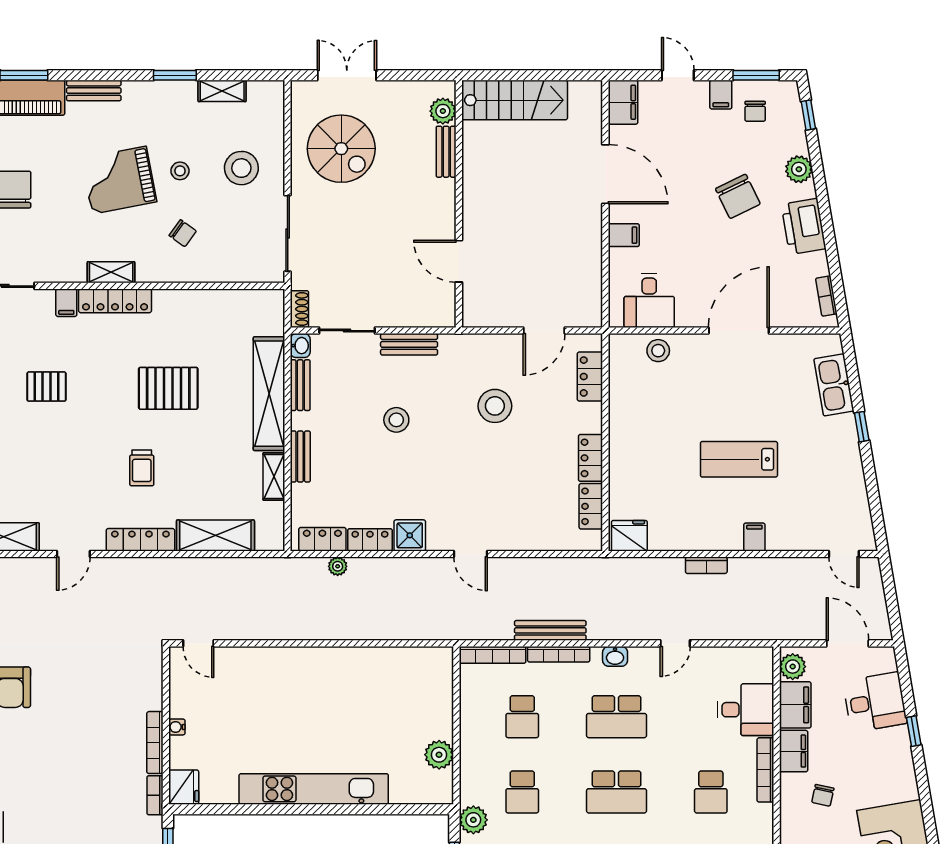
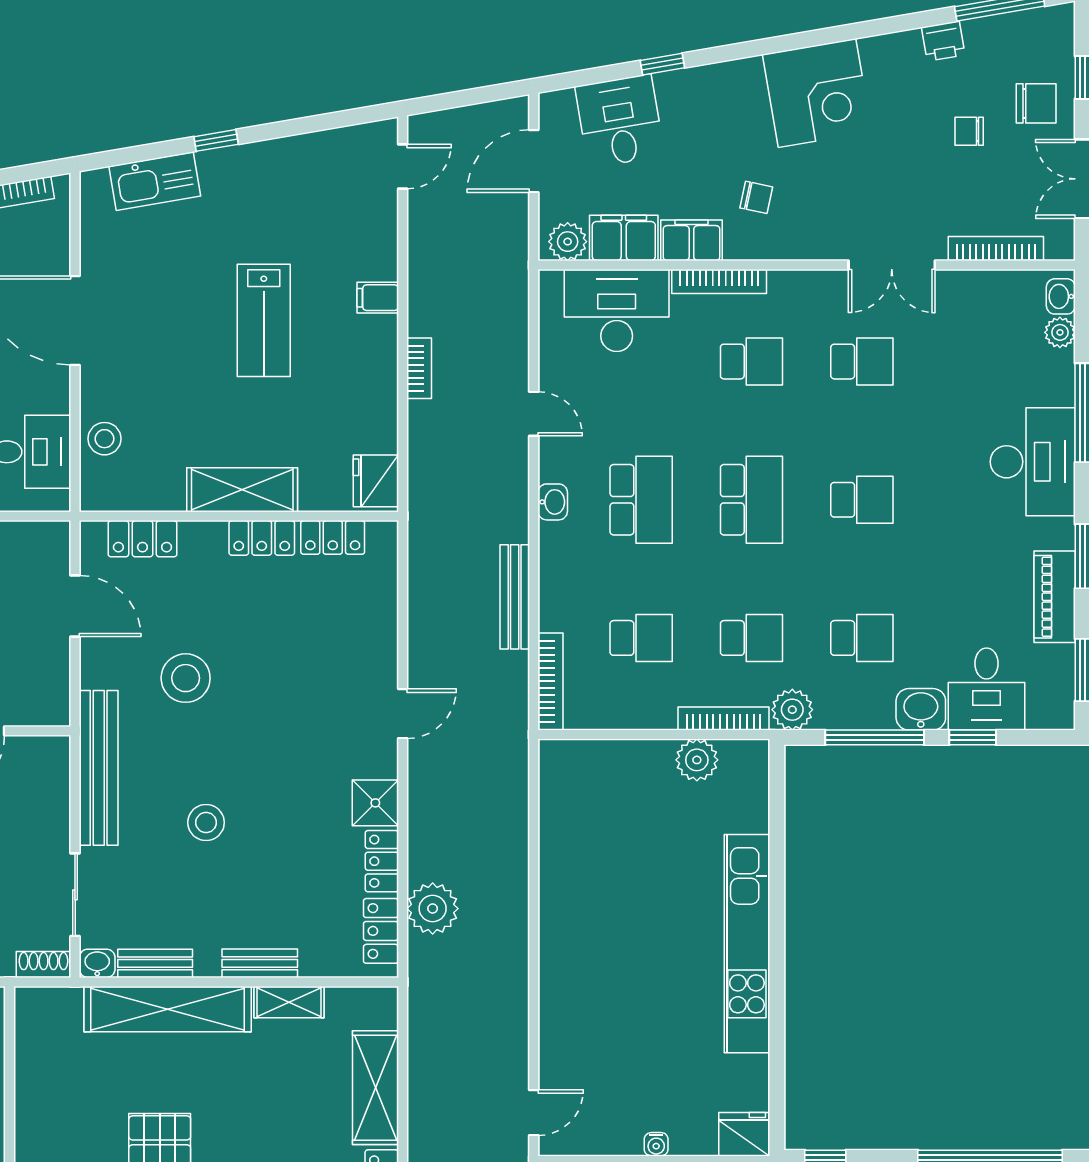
bench: (409, 344) -> (99, 768), width x1.86, depth x1.21
shelving: (623, 445) -> (242, 490), added
plant: (338, 566) -> (433, 909), width x1.88, depth x1.88
bookcase: (559, 654) -> (724, 719), moved, turned -90
desk: (746, 710) -> (617, 310), width x1.37

